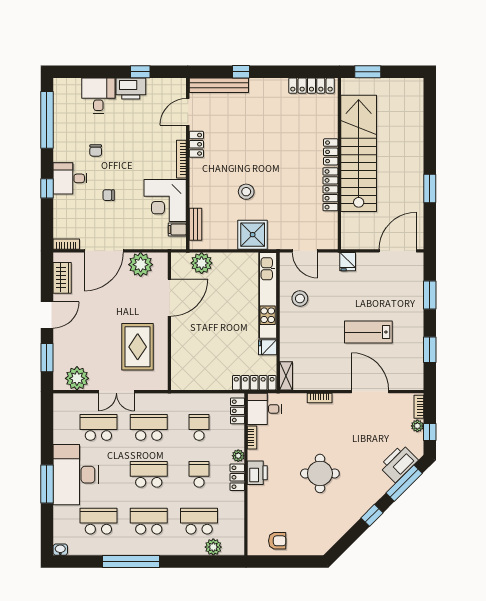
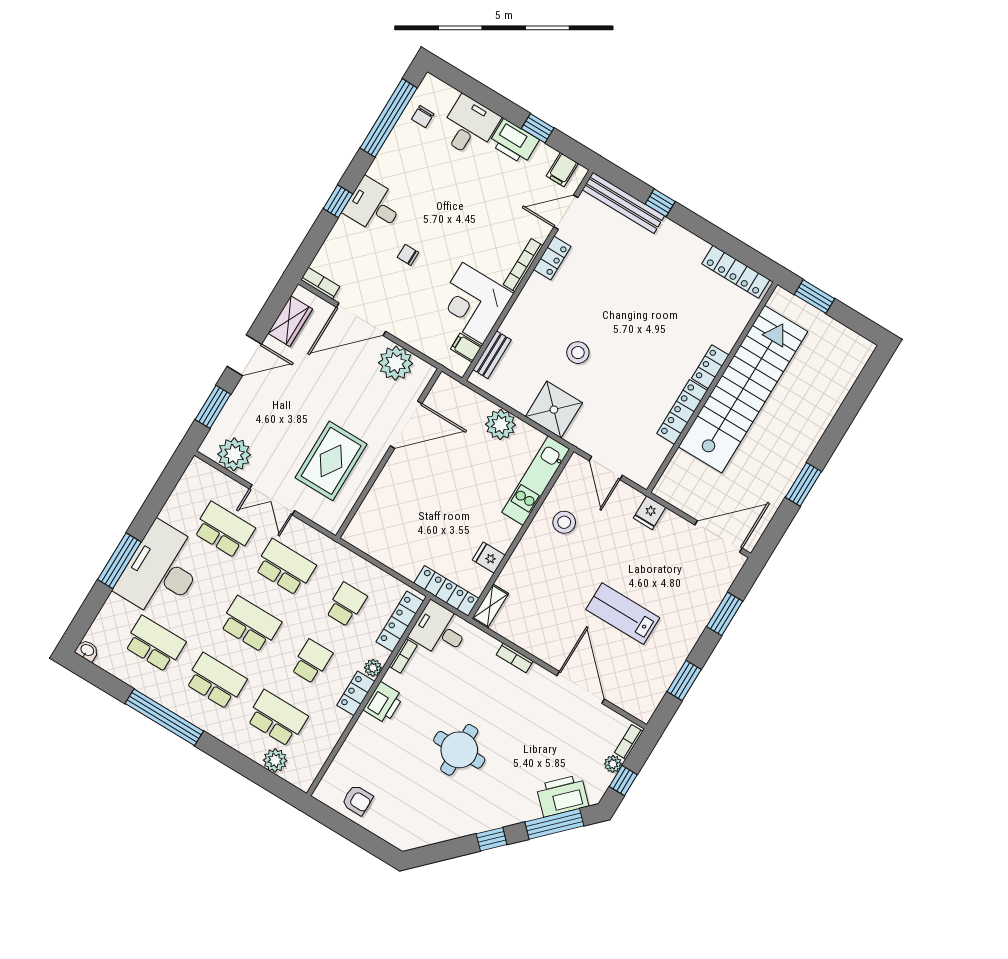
filing cabinet: (170, 88) -> (562, 170), added
chair: (96, 150) -> (423, 117), moved
plant: (202, 263) -> (501, 425), moved
kitchen unit: (268, 295) -> (536, 481), width x0.73
locker: (237, 411) -> (400, 622), width x1.53

